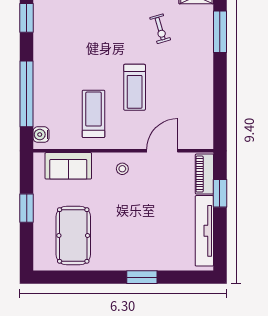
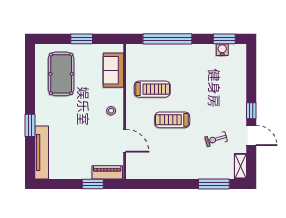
water cooler: (41, 135) -> (222, 50), moved
tv unit: (204, 231) -> (42, 152), moved, turned 90
pool table: (73, 235) -> (61, 74), turned 90

